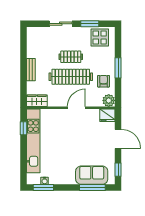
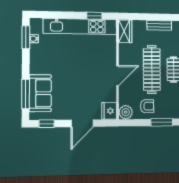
door: (76, 108) -> (118, 76), hinge flipped

